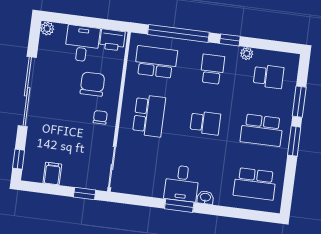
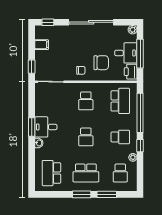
window: (86, 22) -> (140, 54), added
school desk: (149, 116) -> (86, 101), width x0.54
school desk: (262, 130) -> (86, 173), turned -90

